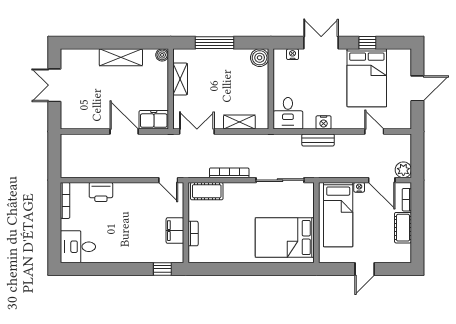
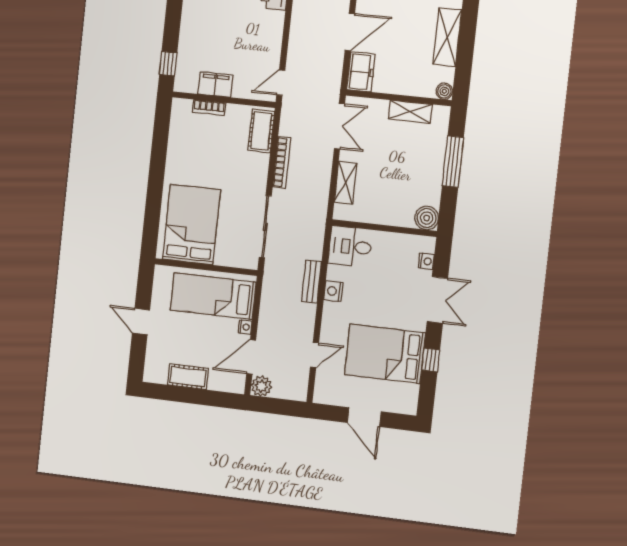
bookcase: (407, 200) -> (223, 386), removed

